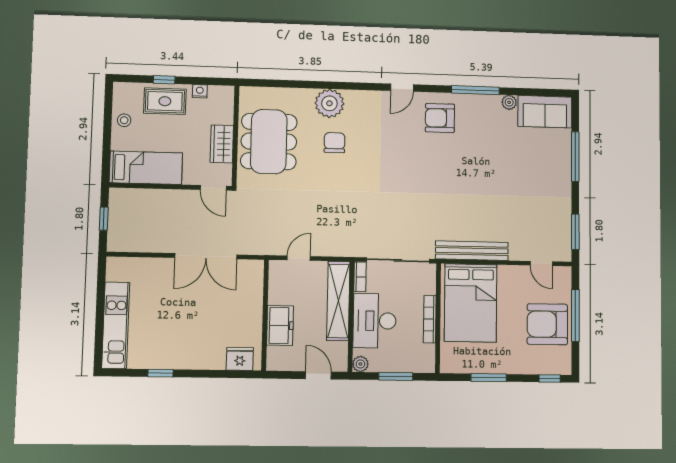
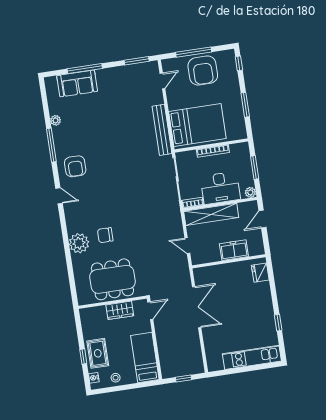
nightstand: (200, 91) -> (94, 378), moved
sofa: (545, 112) -> (77, 83), moved, turned 90

